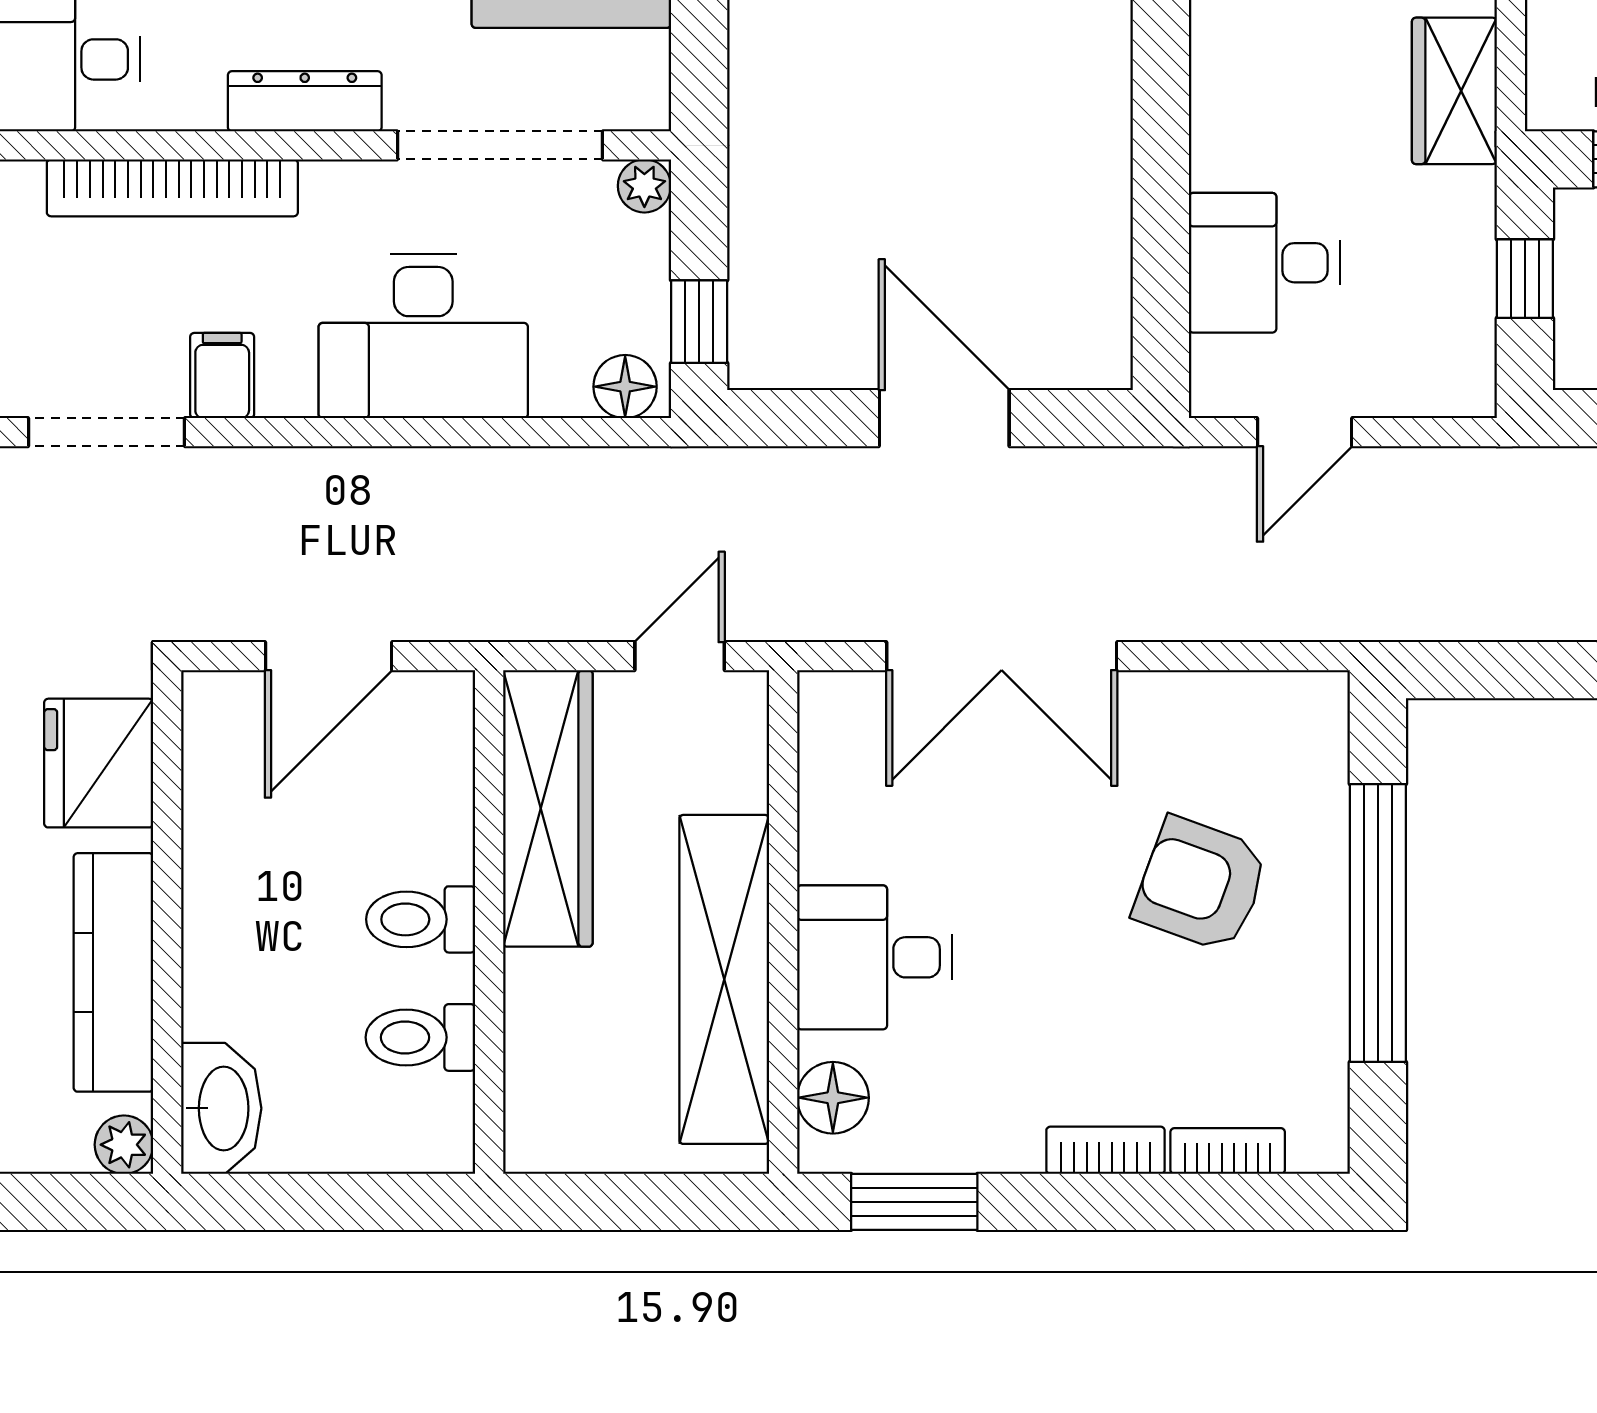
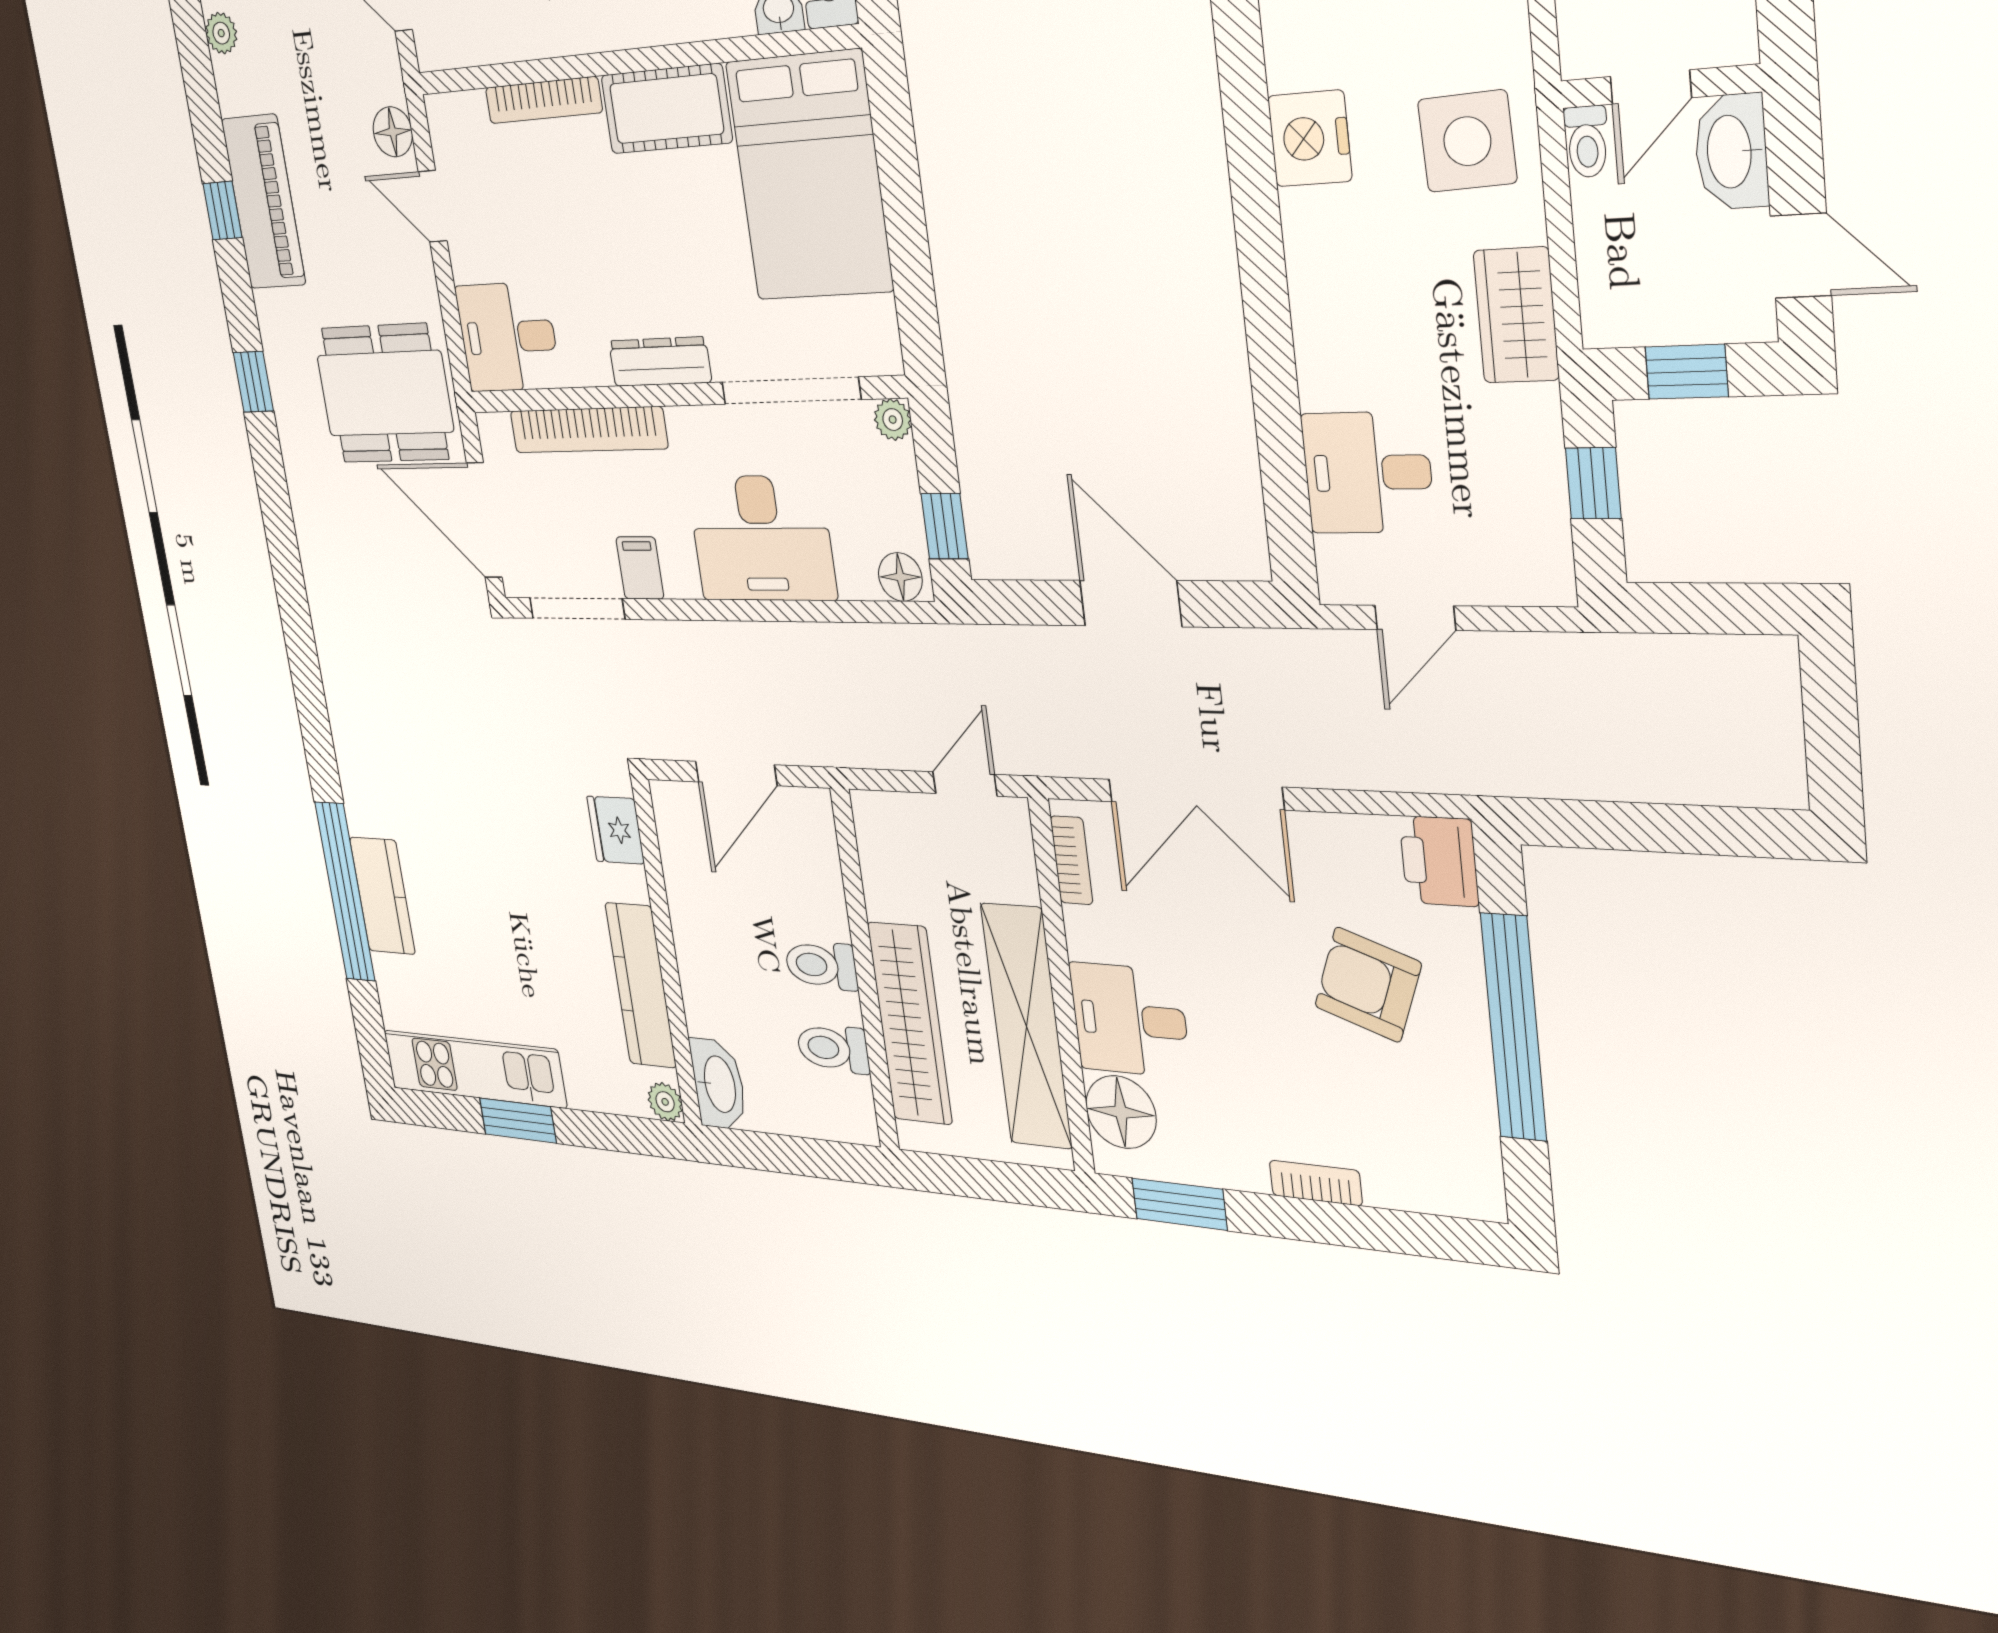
printer: (1306, 724) -> (1439, 861), added
fridge: (99, 763) -> (616, 830), width x0.73, depth x0.75
wardrobe: (548, 808) -> (910, 1024), moved
floor lamp: (833, 1098) -> (1121, 1112), width x1.38, depth x1.38
bookcase: (1228, 1151) -> (1072, 860), moved, turned 90

